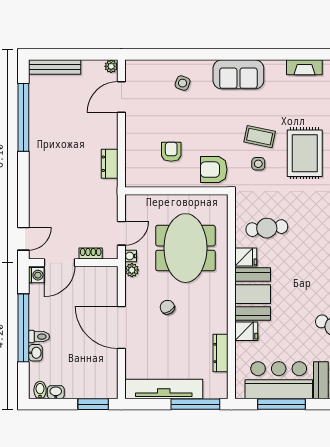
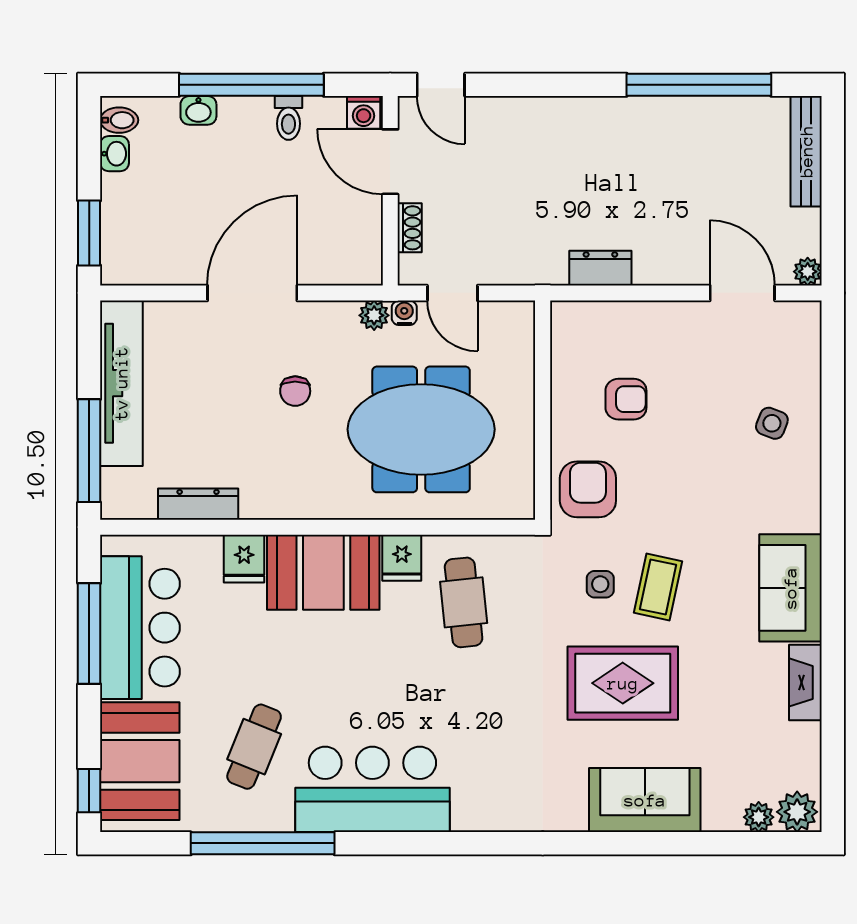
sofa: (238, 74) -> (790, 588), moved
chair: (167, 307) -> (295, 391), turned 122
toilet: (39, 337) -> (288, 118), moved

